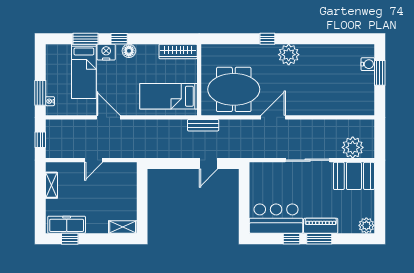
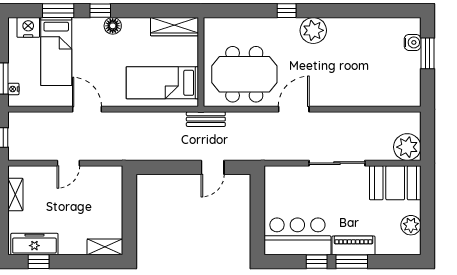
nightstand: (106, 52) -> (28, 27), moved
plant: (353, 147) -> (407, 147), moved
plant: (366, 225) -> (411, 225), moved

